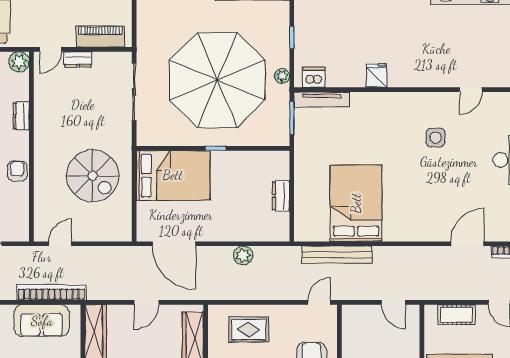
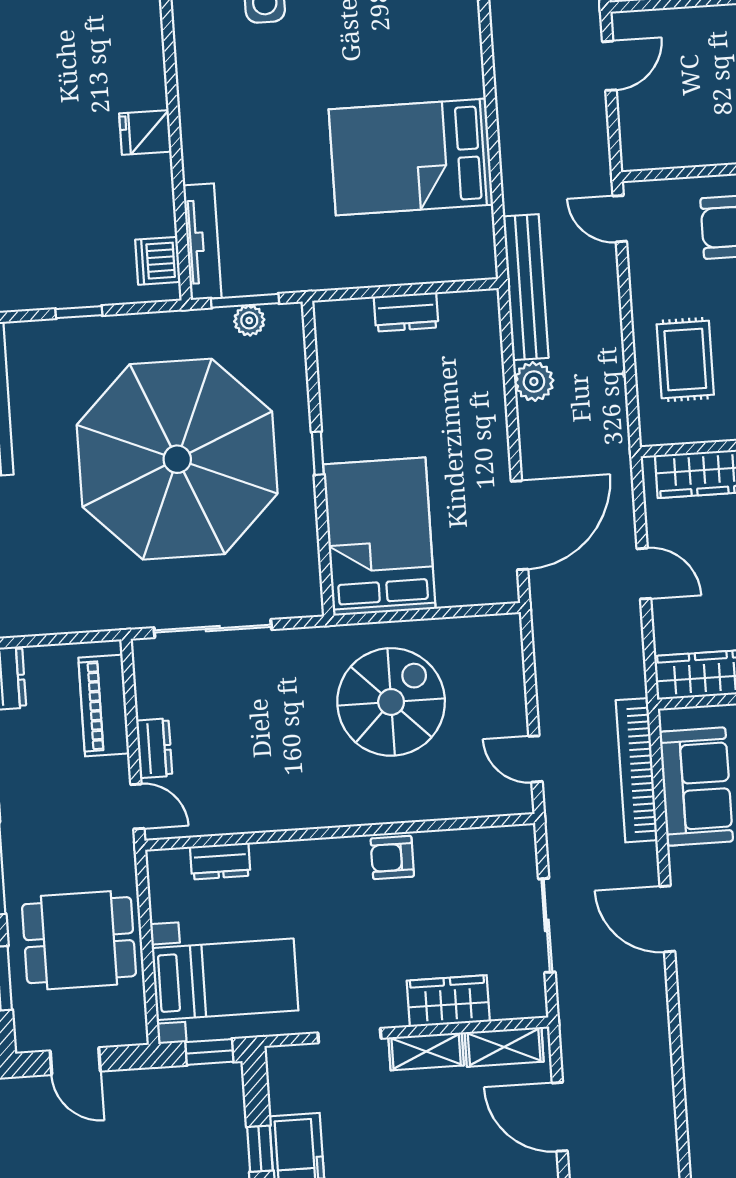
plant: (19, 62) -> (167, 869), removed
plant: (282, 76) -> (249, 320), moved
dresser: (21, 116) -> (220, 861), moved
bench: (337, 255) -> (526, 287), moved

